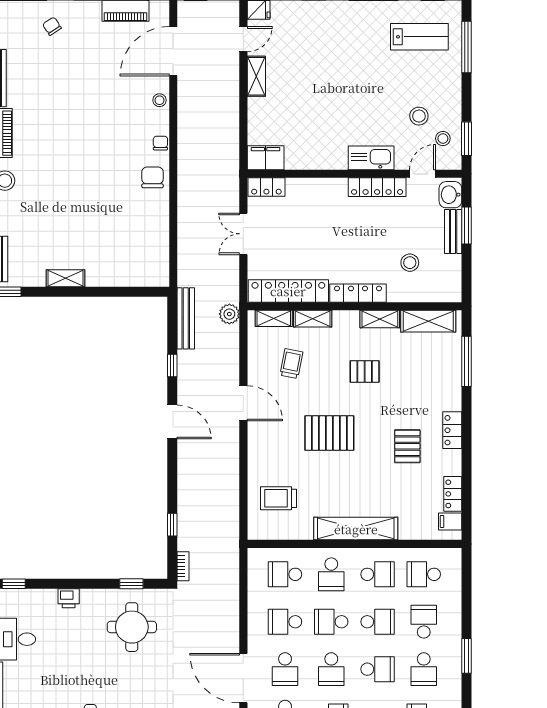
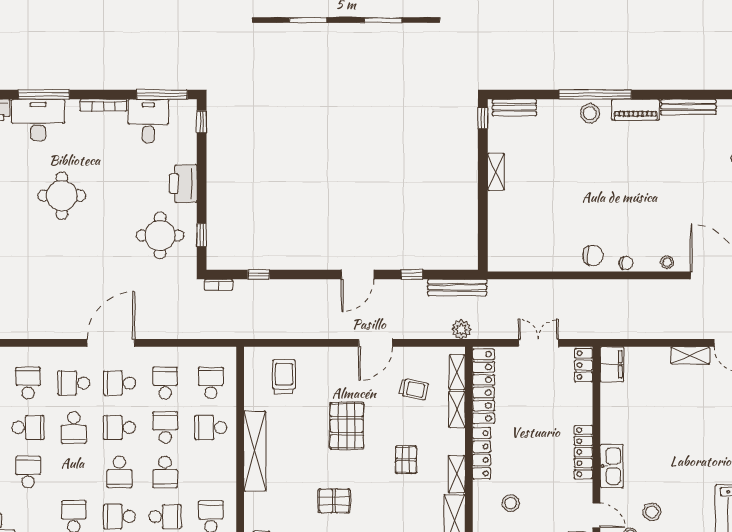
locker: (377, 187) -> (583, 452), moved
school desk: (378, 574) -> (211, 472), removed
printer: (69, 598) -> (183, 184), width x1.87, depth x1.48

